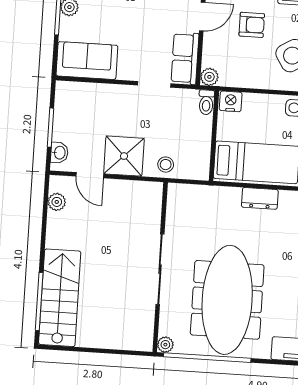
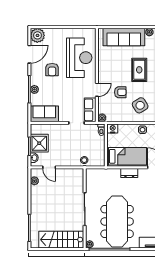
shower: (124, 156) -> (39, 143), moved
stairs: (60, 298) -> (61, 240), moved, turned -90

